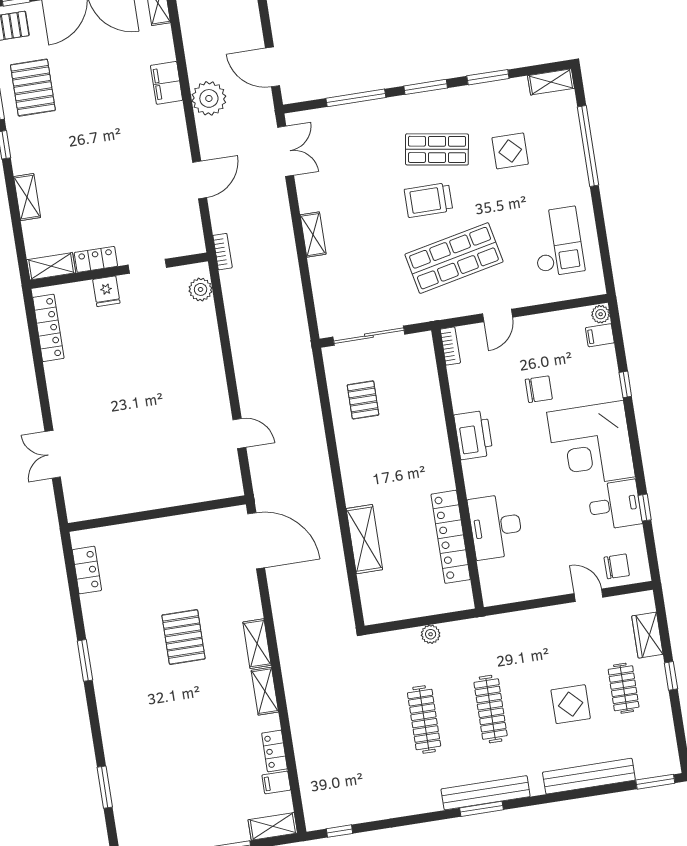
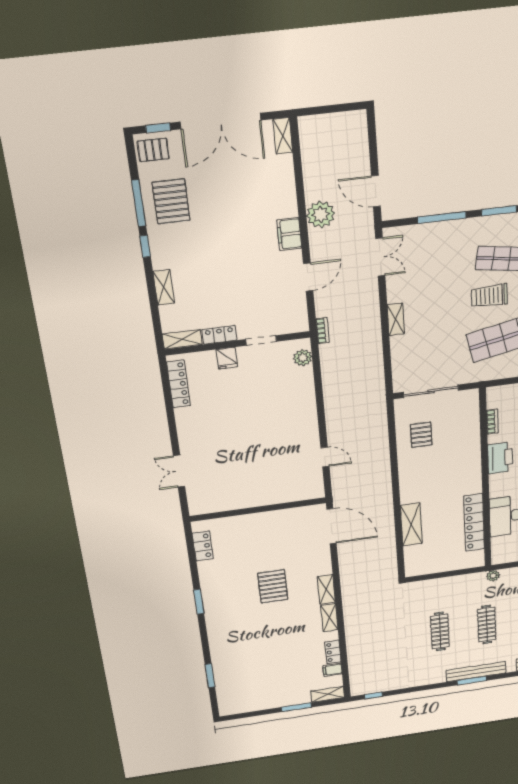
filing cabinet: (167, 83) -> (289, 234), moved
bookcase: (450, 346) -> (492, 422), moved
plant: (431, 634) -> (493, 576), moved

